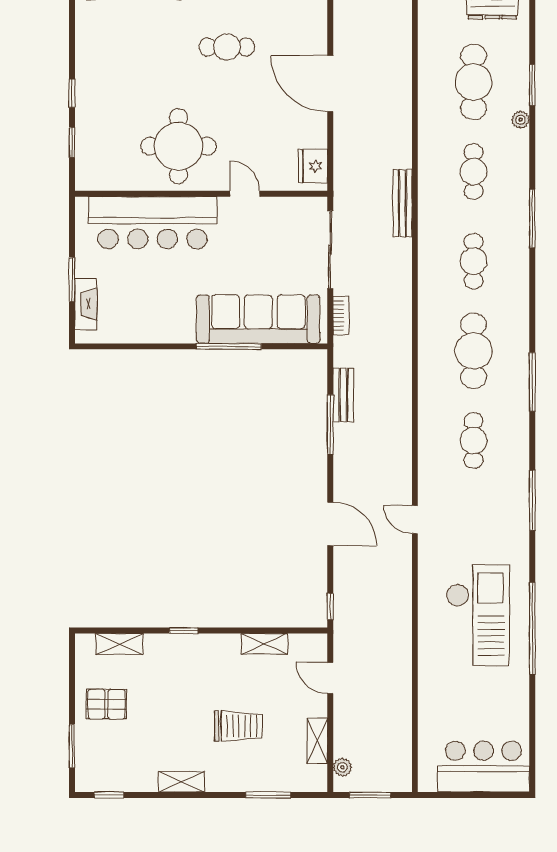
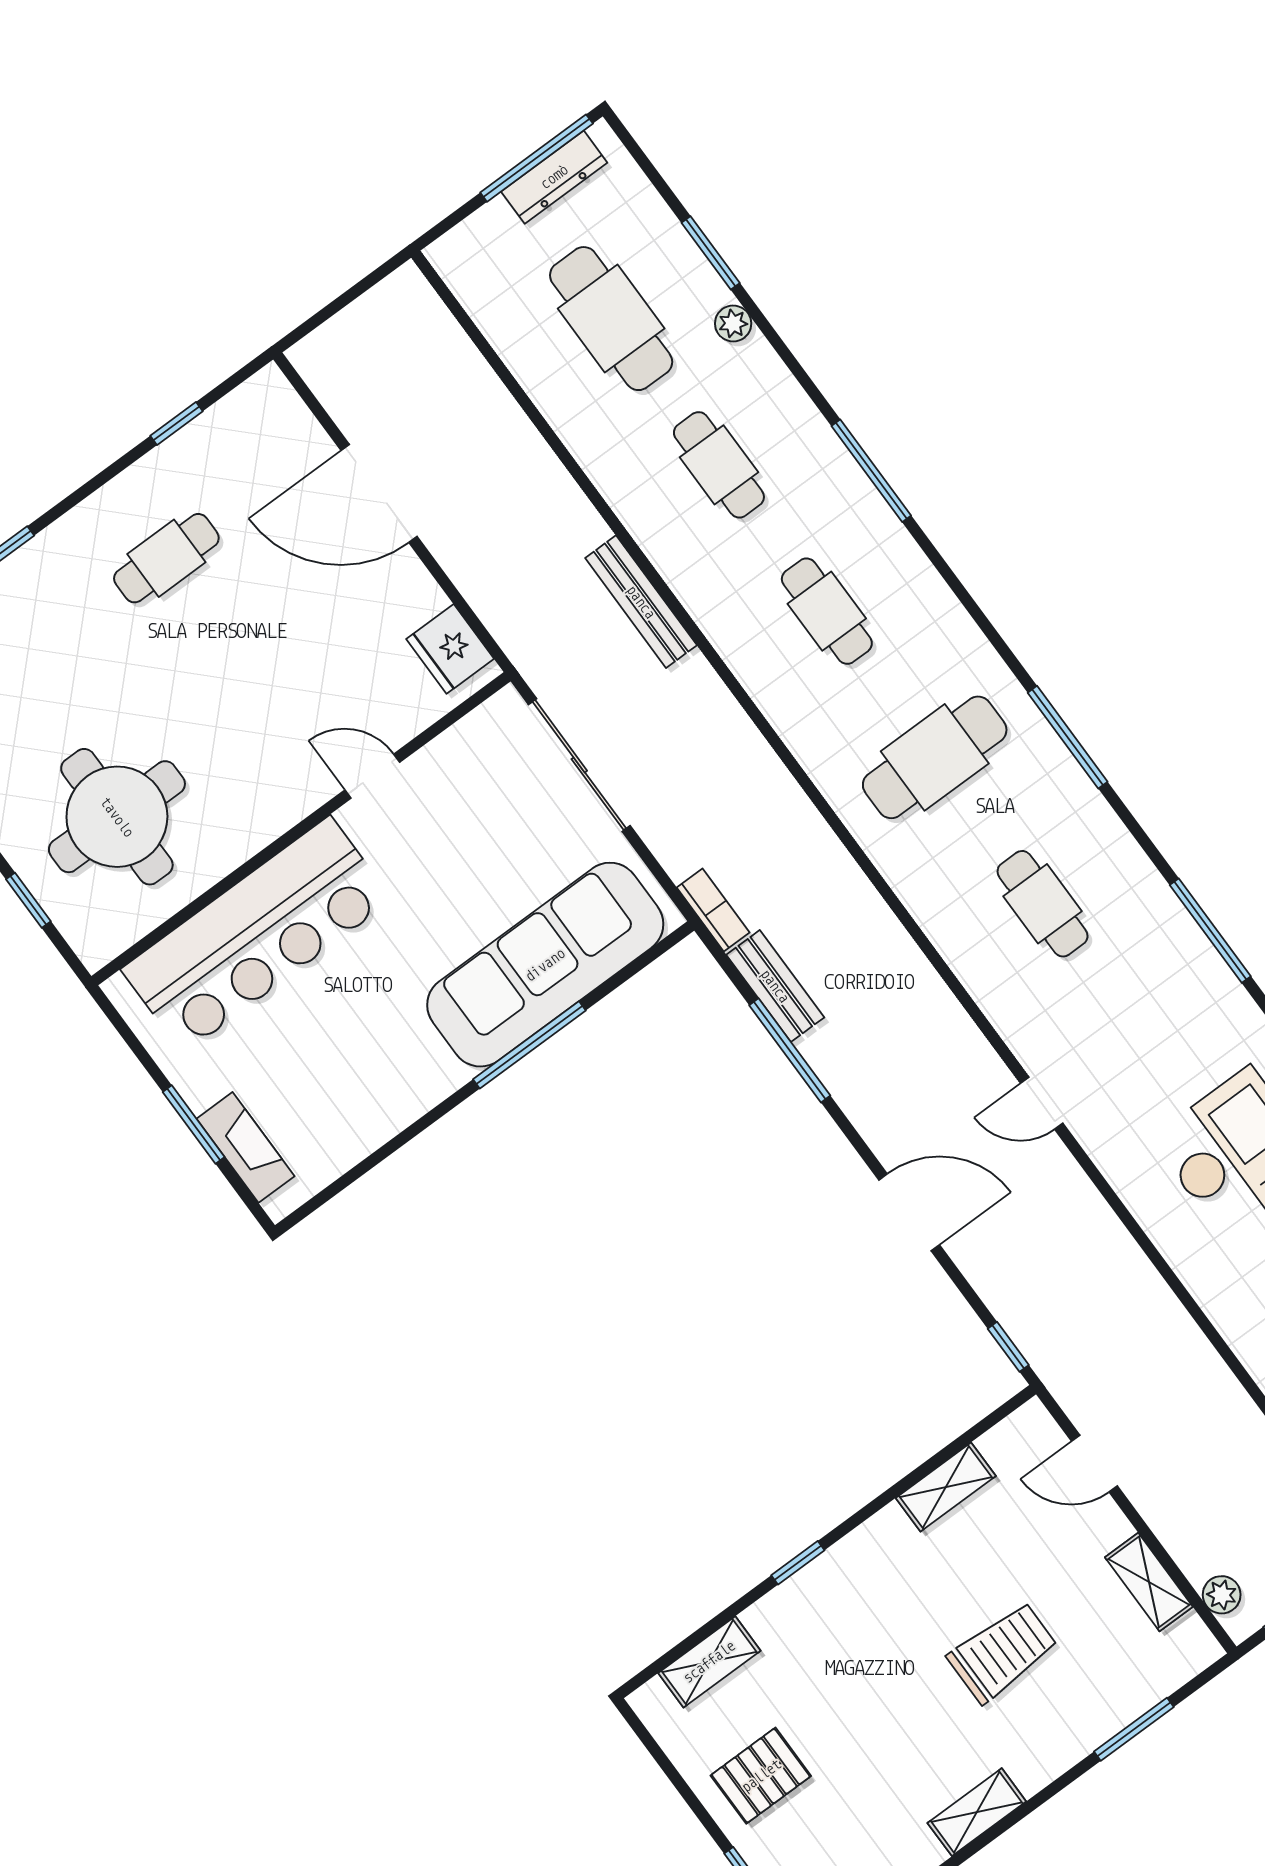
round table: (178, 146) -> (117, 817), moved
bookcase: (341, 315) -> (713, 910), moved
cafe table: (474, 351) -> (935, 757), turned 90

